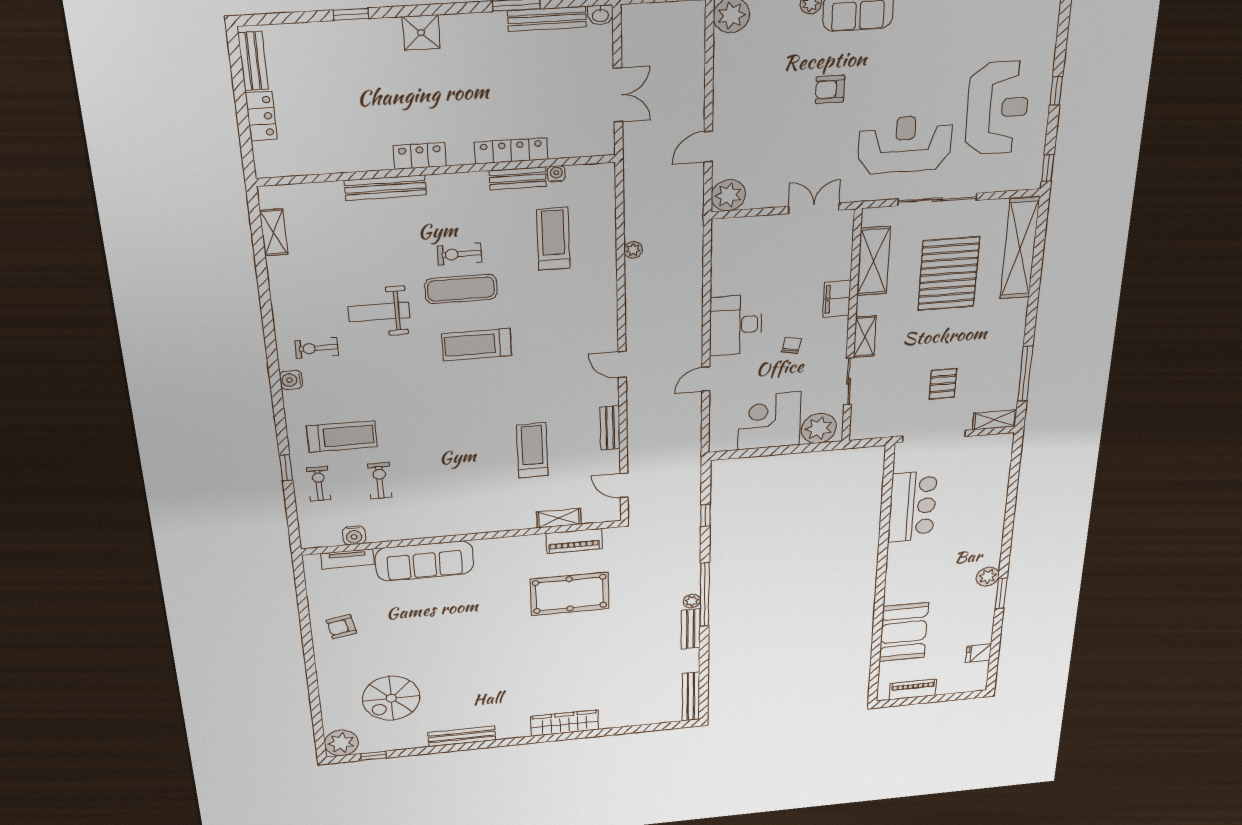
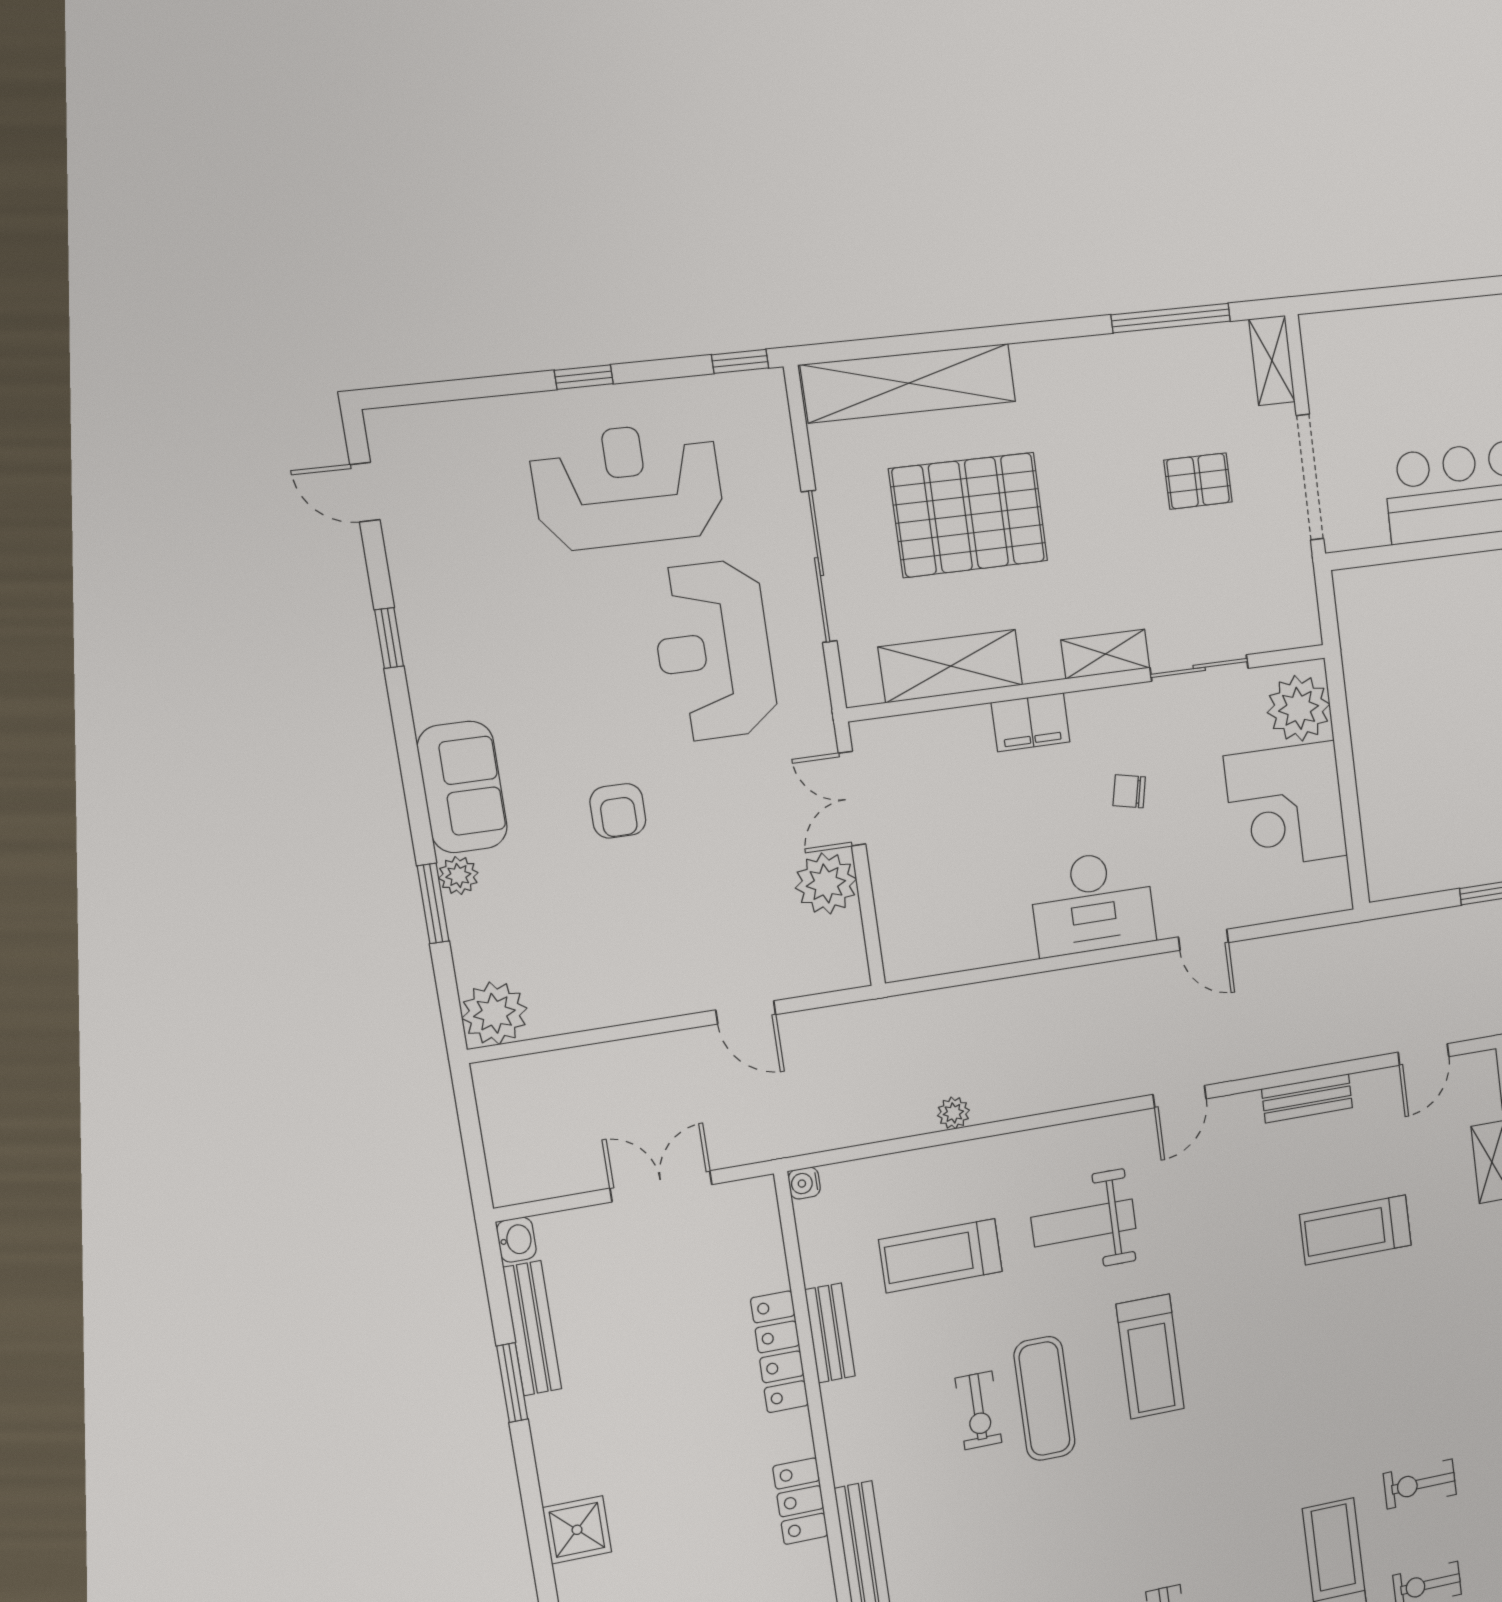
water cooler: (556, 174) -> (804, 1183), moved
plant: (728, 195) -> (826, 883), moved
weight bench: (379, 312) -> (1084, 1223), moved, turned 90

